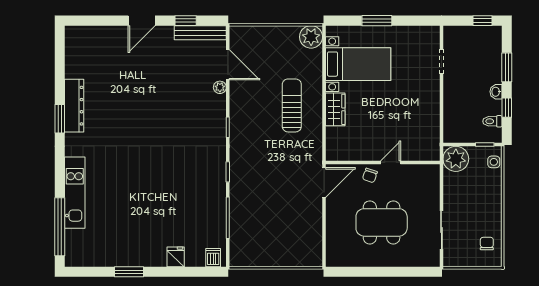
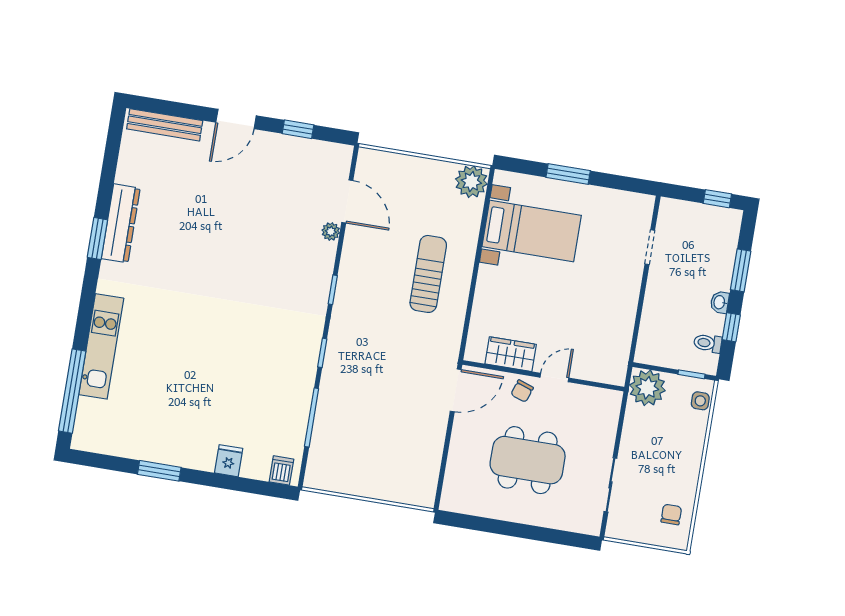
bench: (200, 33) -> (165, 125), moved
wardrobe: (335, 109) -> (511, 354), moved, turned -90

